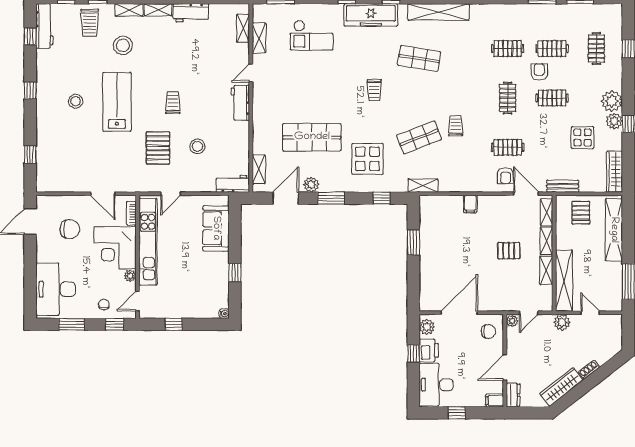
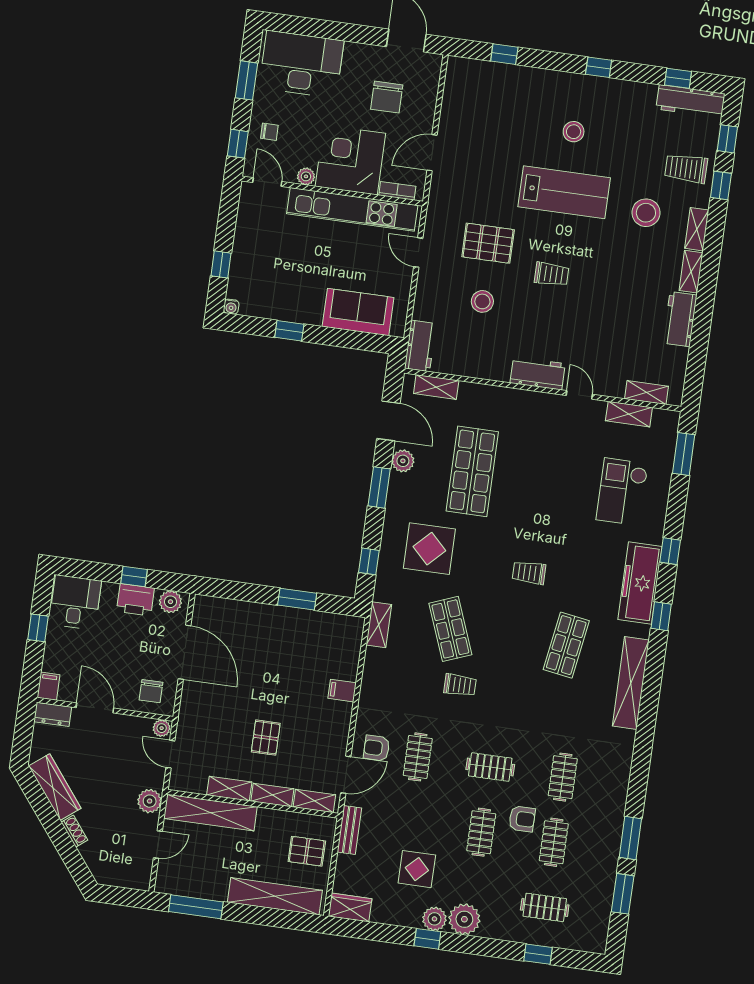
wardrobe: (614, 172) -> (350, 907), width x0.67
window: (174, 324) -> (221, 264), moved
desk: (436, 385) -> (75, 602), width x0.73

